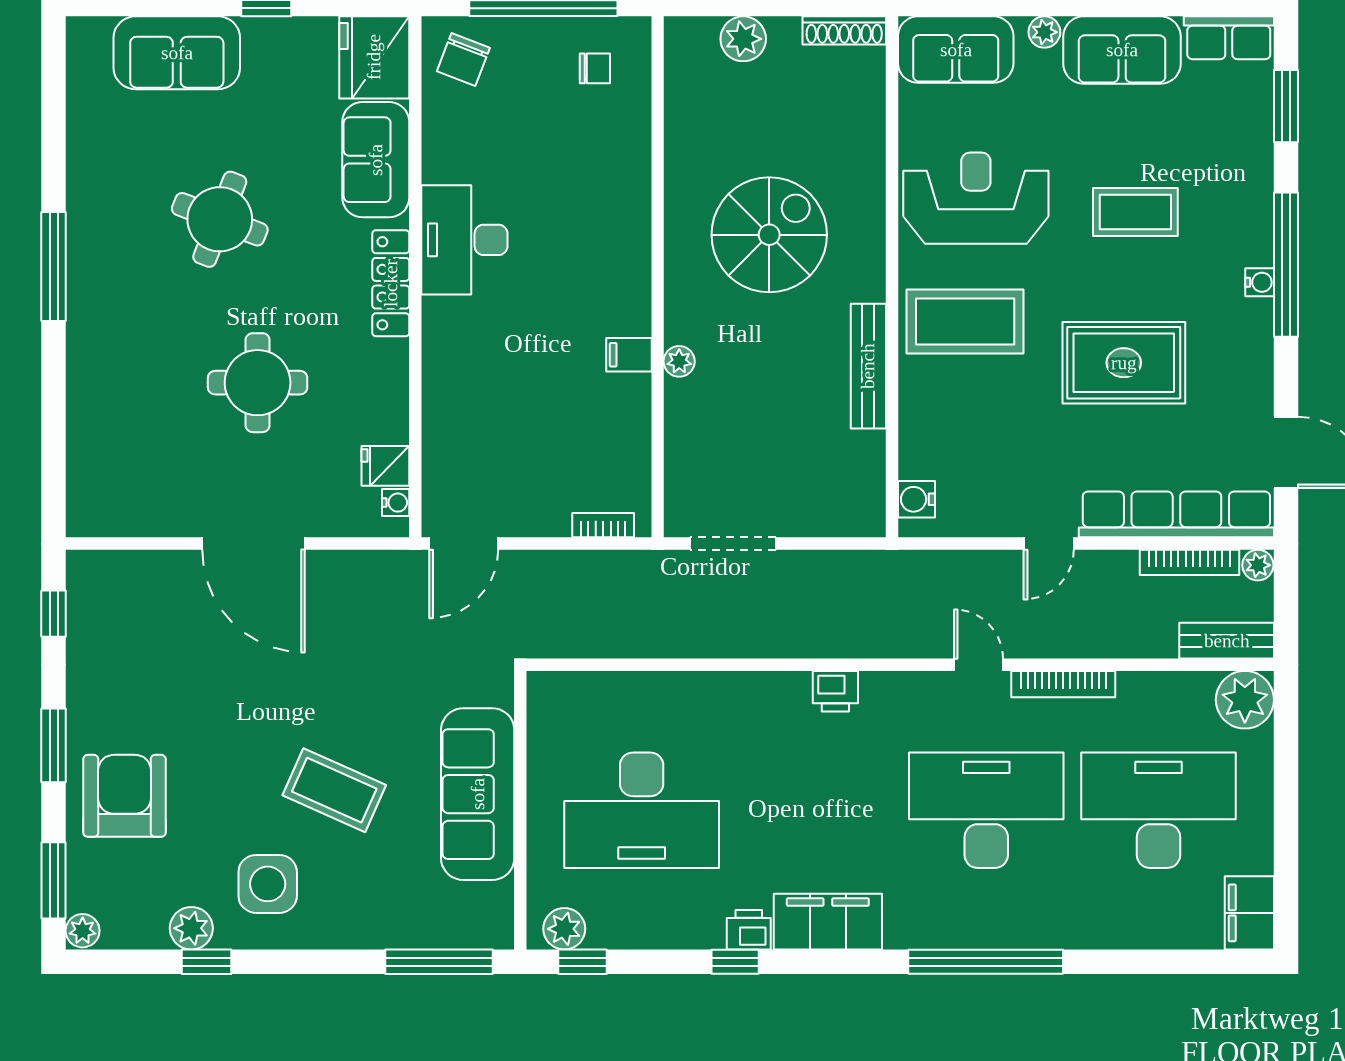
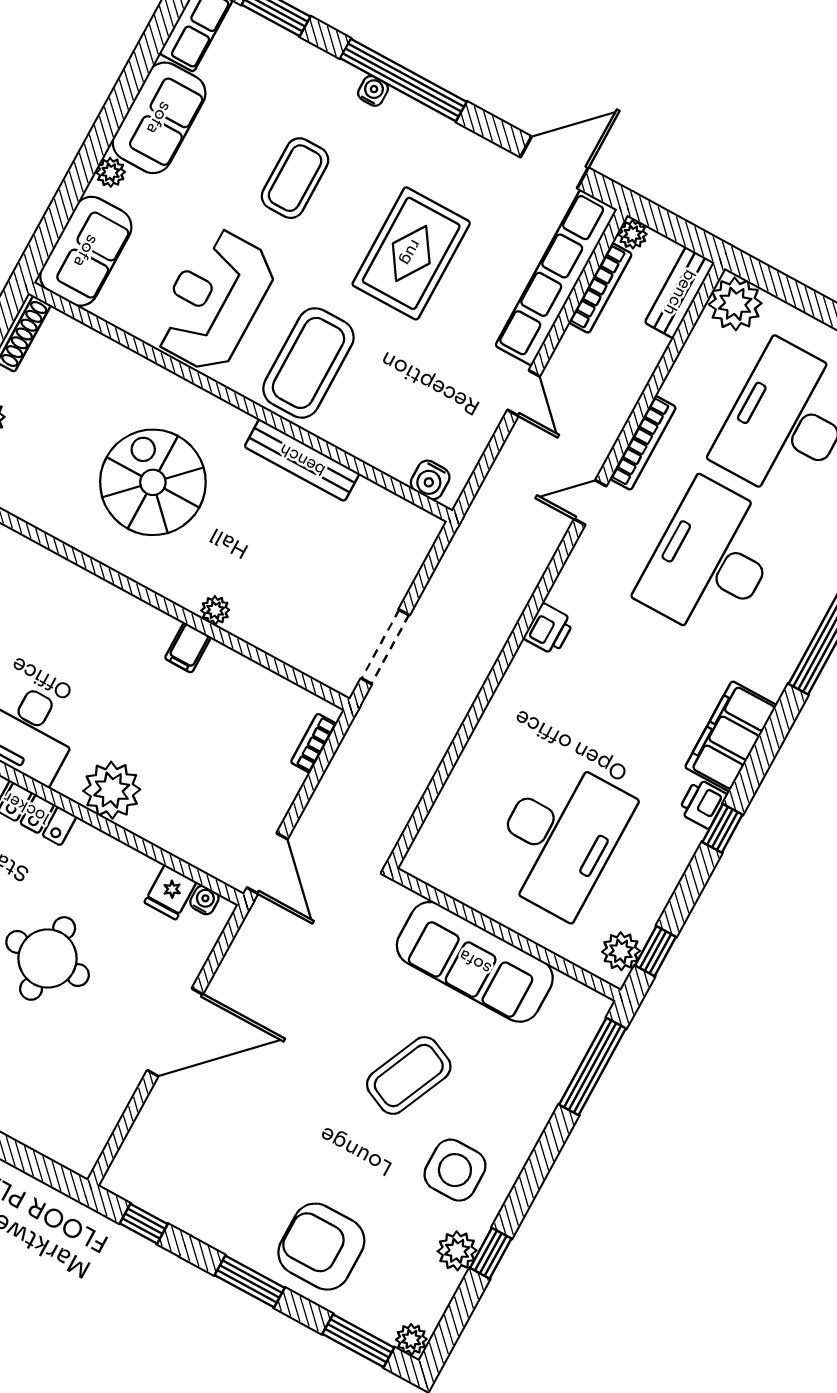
water cooler: (1260, 282) -> (373, 91), moved
plant: (453, 356) -> (112, 790), added

